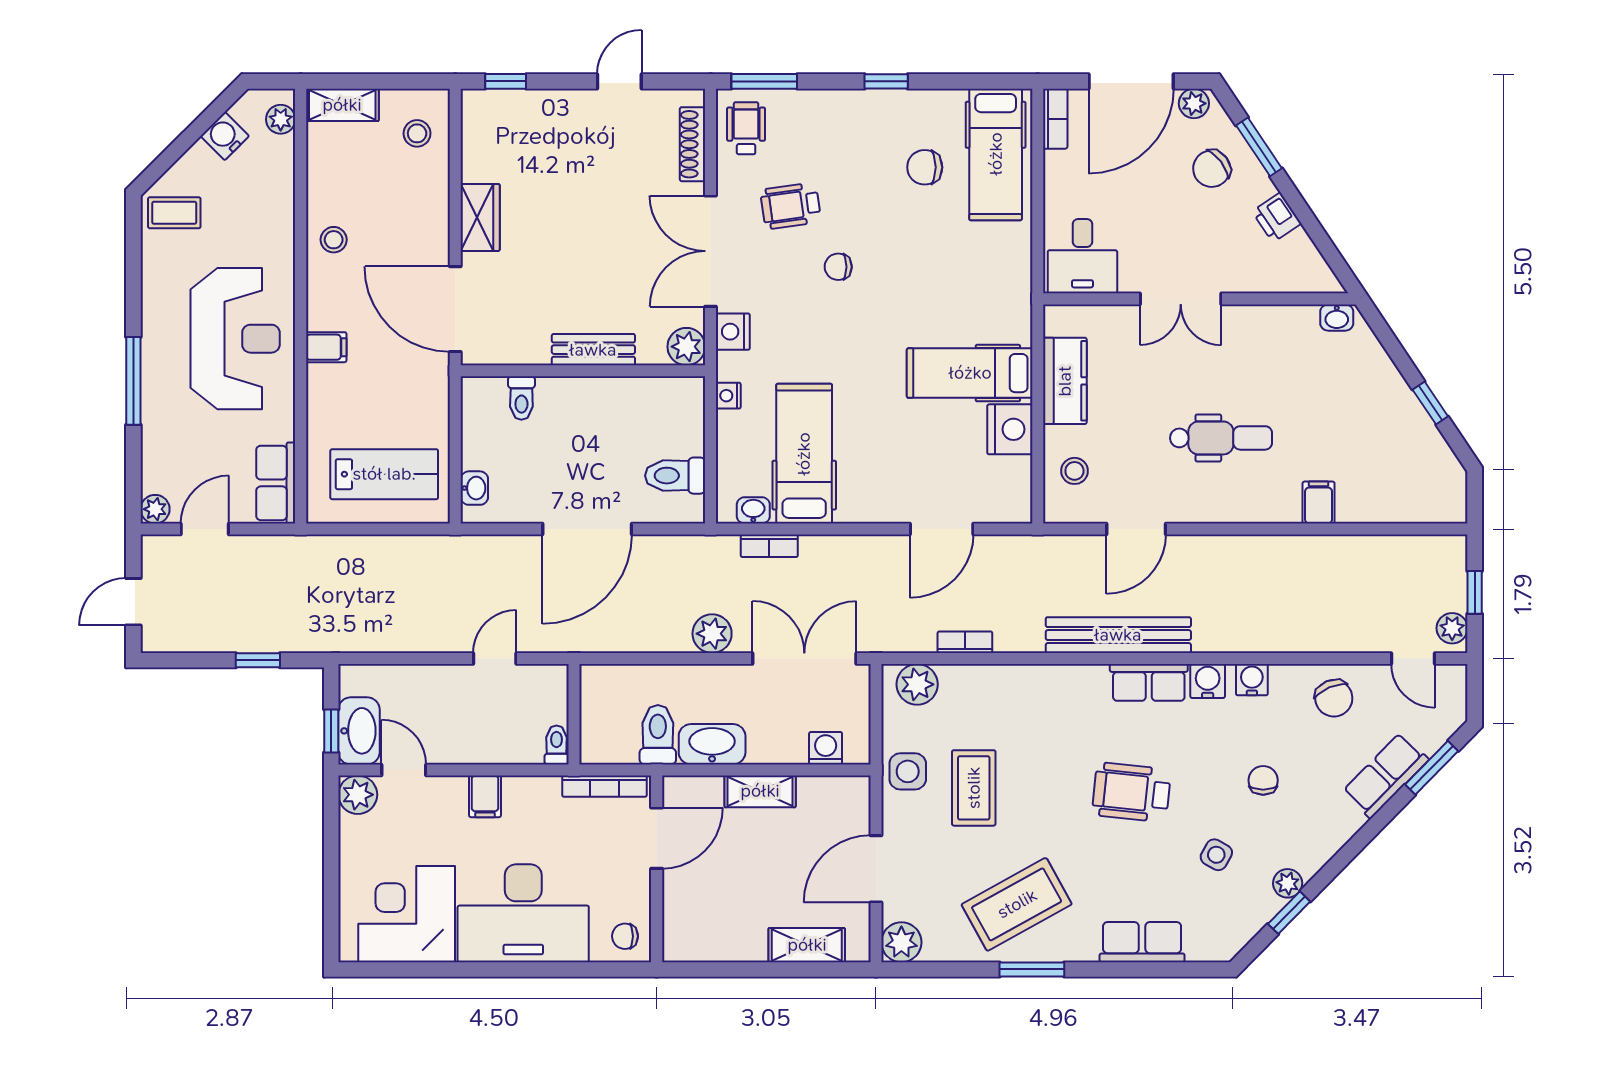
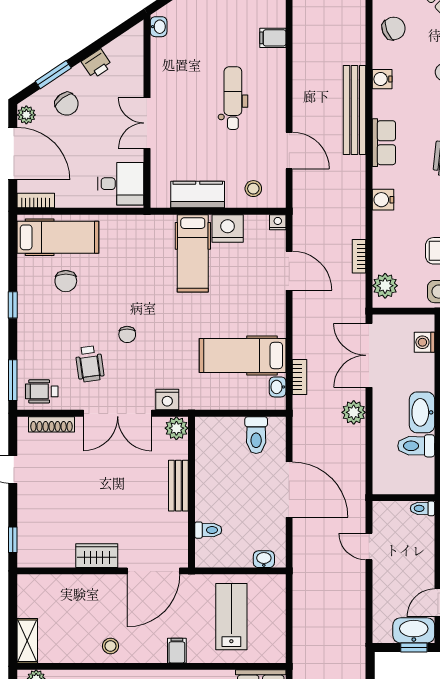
stool: (417, 133) -> (45, 595), removed
double door: (1181, 299) -> (147, 123), swing flipped
nightstand: (728, 396) -> (278, 222), moved, turned 180
lab bench: (384, 474) -> (231, 617), moved
bench: (1118, 635) -> (355, 110), moved
water cooler: (1208, 681) -> (383, 200), moved

